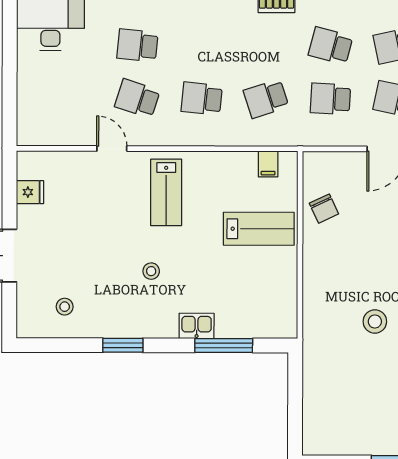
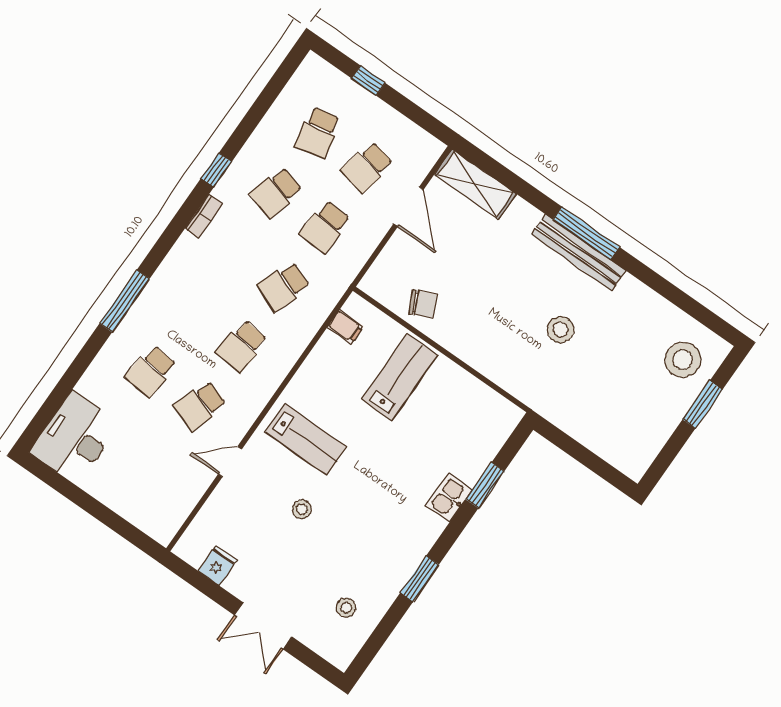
school desk: (266, 99) -> (284, 286), turned 39
stool: (151, 271) -> (302, 509), moved
window: (224, 345) -> (485, 485), width x0.69

